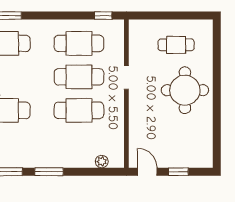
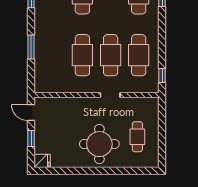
fridge: (205, 158) -> (42, 161), added
plant: (102, 162) -> (40, 74), removed
window: (49, 172) -> (31, 47), moved
door: (147, 172) -> (31, 113), swing flipped

